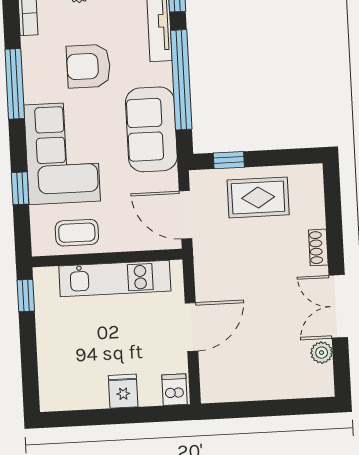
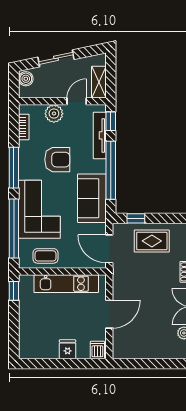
armchair: (88, 66) -> (57, 160), turned 180
window: (20, 188) -> (14, 228), width x3.17

